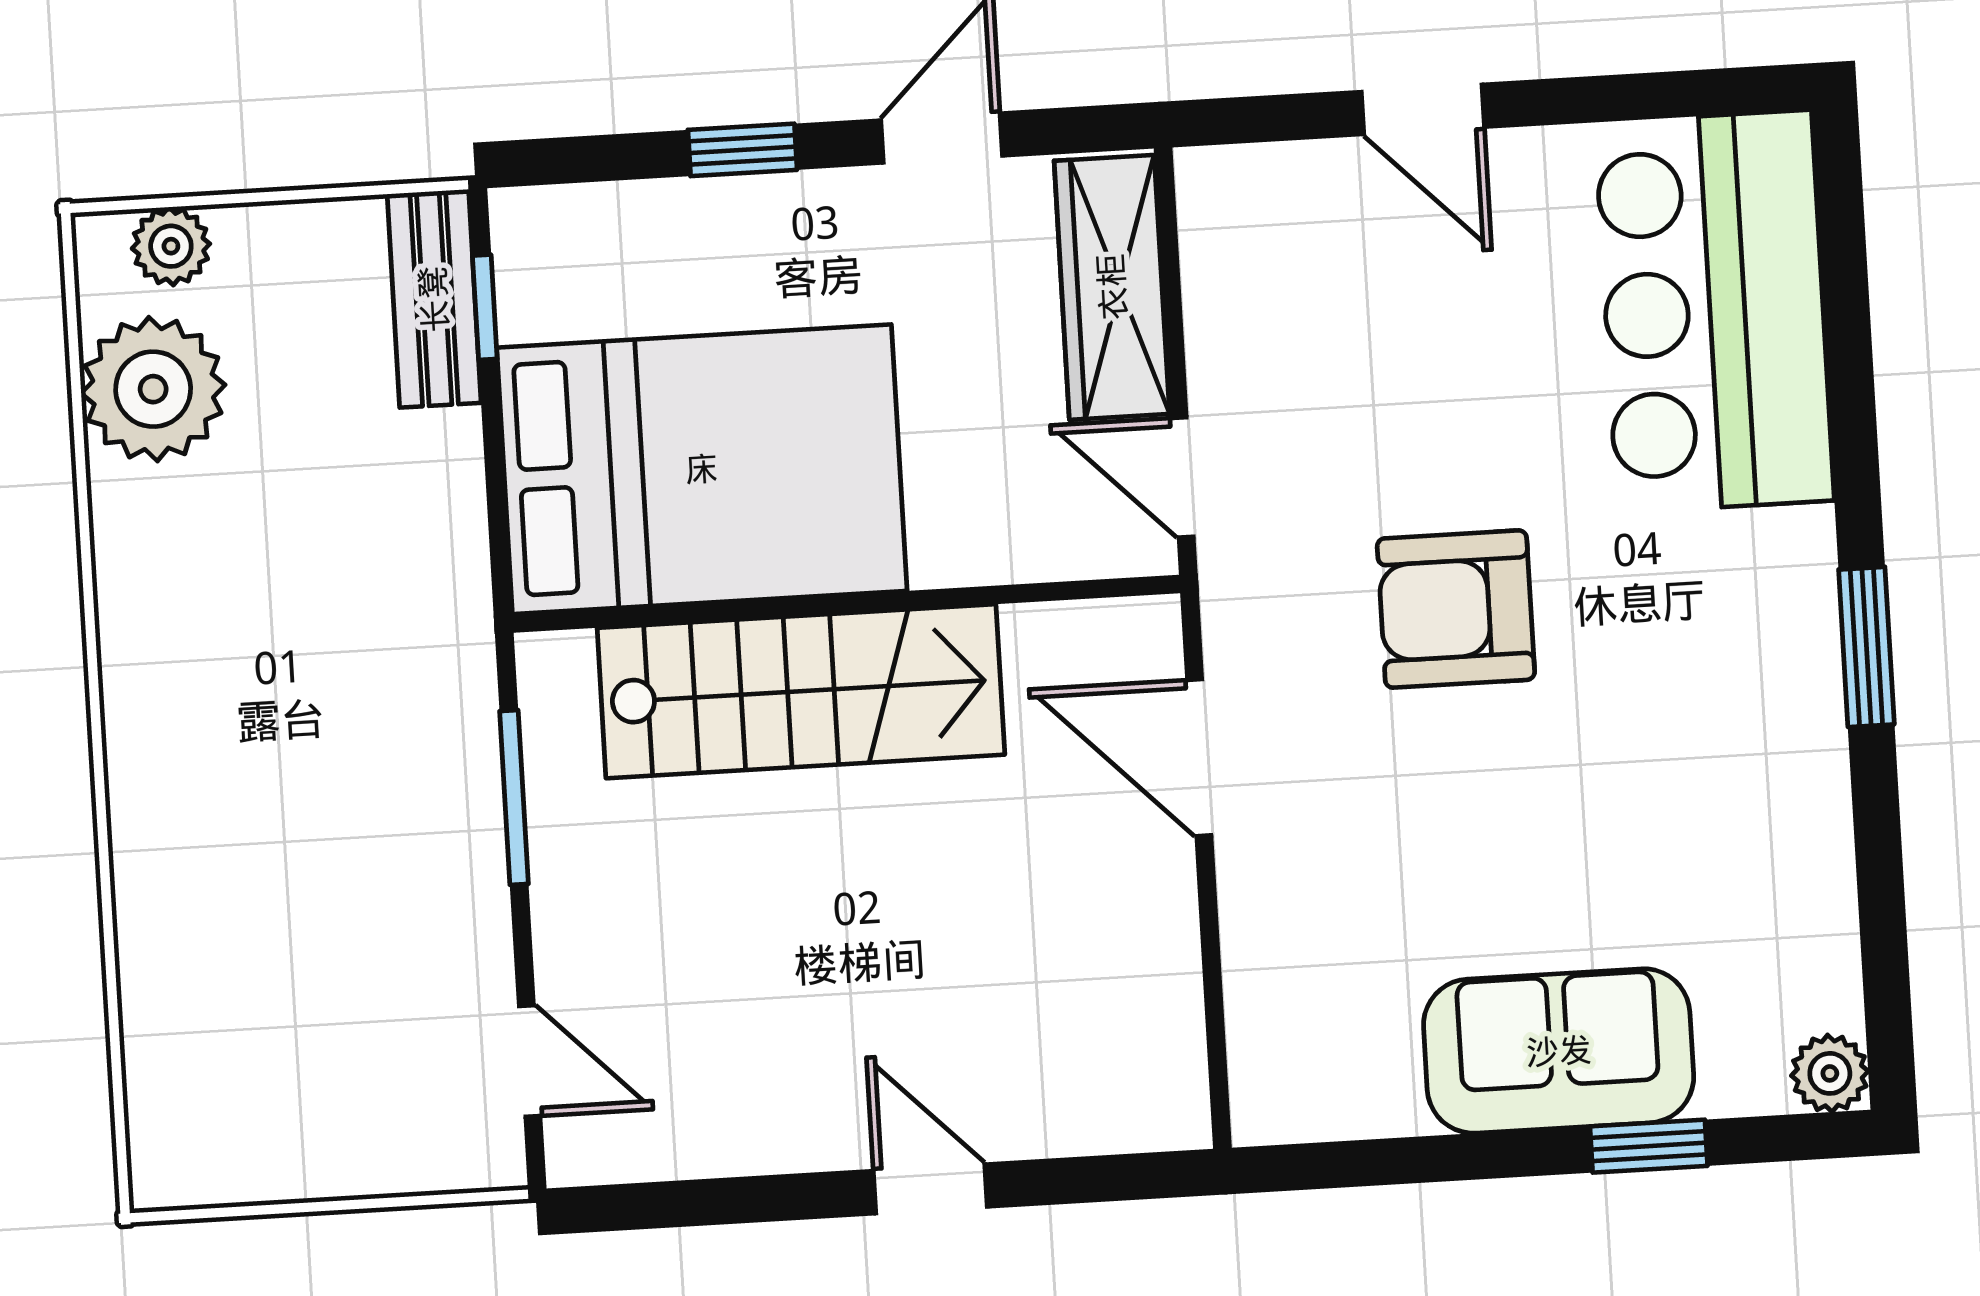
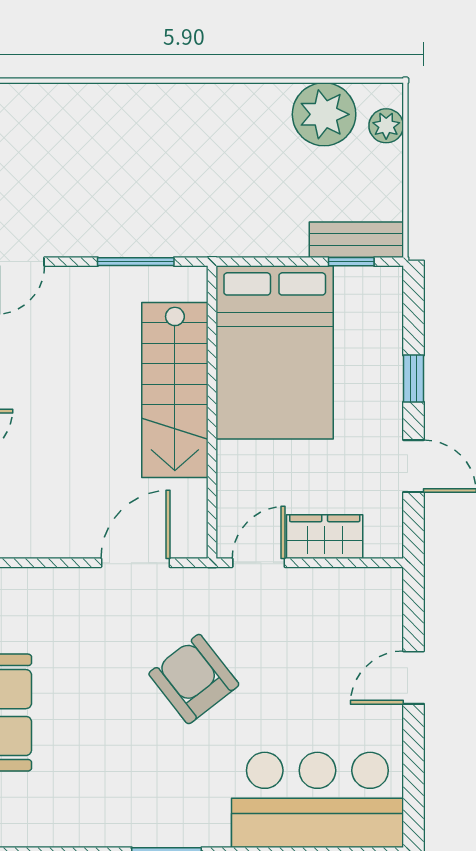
wardrobe: (1112, 287) -> (325, 537), width x0.67
armchair: (1456, 609) -> (194, 679), turned -38

